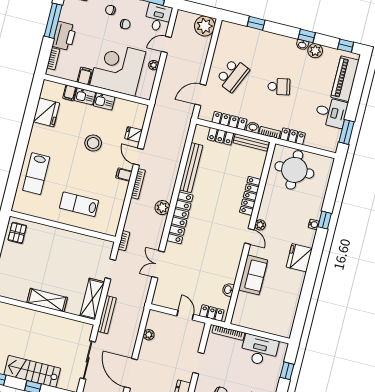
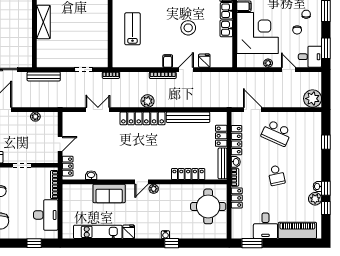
window: (346, 46) -> (326, 208), moved
locker: (250, 196) -> (188, 174), moved
fridge: (299, 258) -> (129, 232), width x0.53, depth x0.75
kitchen unit: (292, 298) -> (98, 232), added
shelving: (92, 299) -> (54, 60), removed

